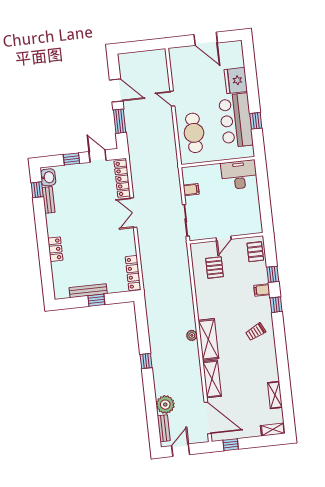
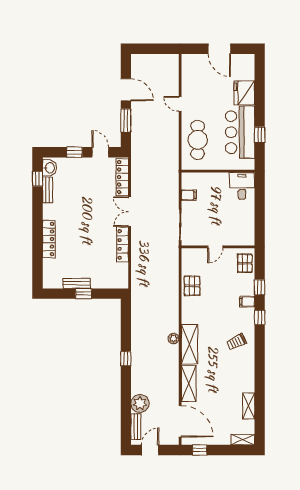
desk: (239, 175) -> (242, 186), width x0.73
locker: (55, 249) -> (49, 239), width x1.53
pallet: (215, 268) -> (192, 286), moved
locker: (133, 273) -> (123, 244), moved
bench: (88, 291) -> (77, 283), width x0.73

